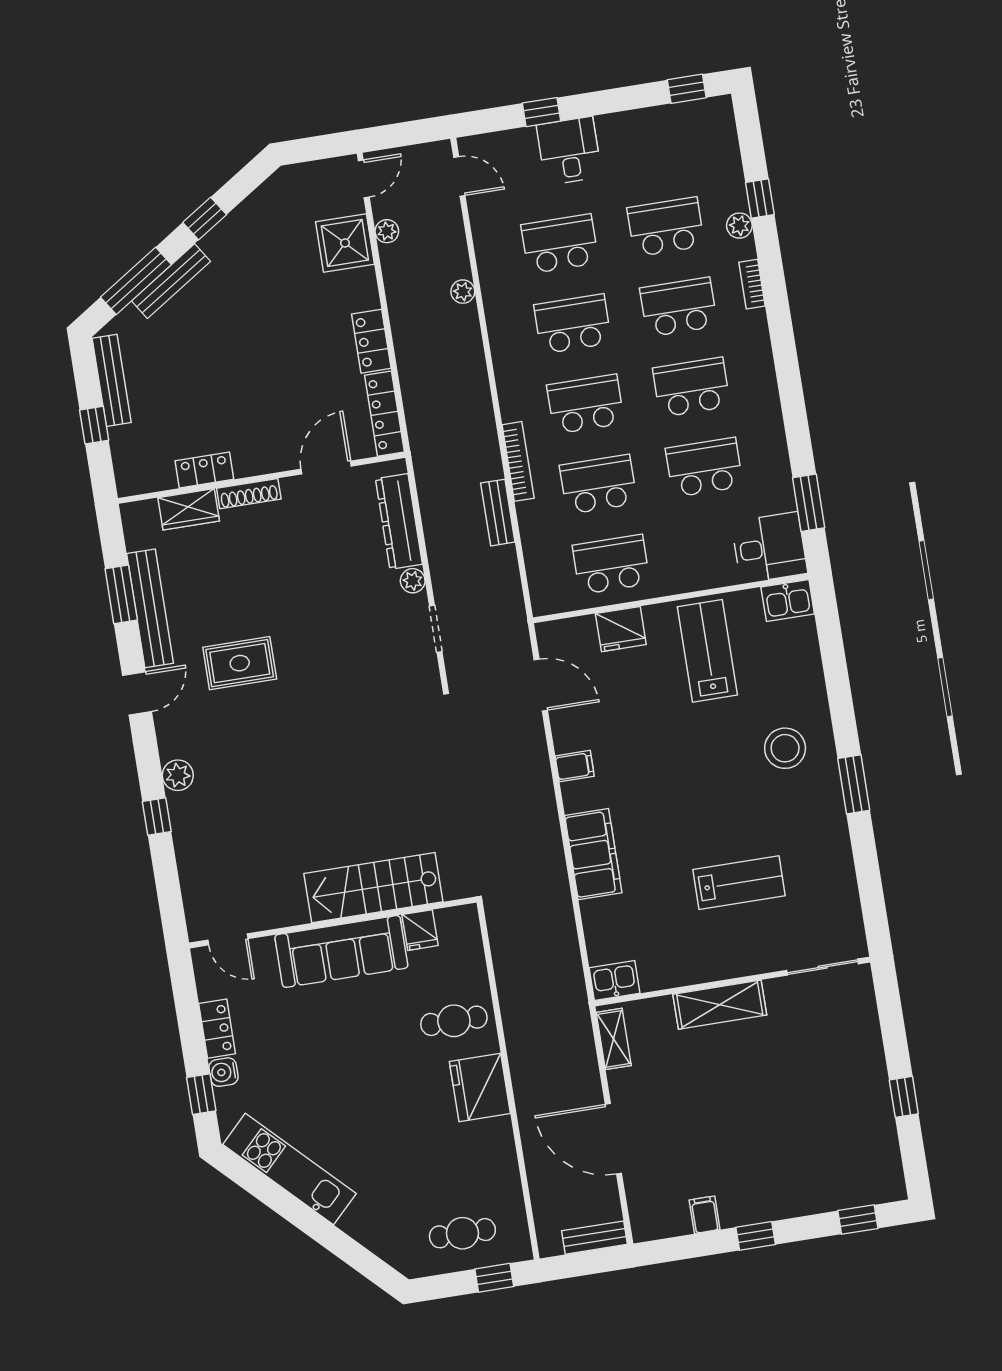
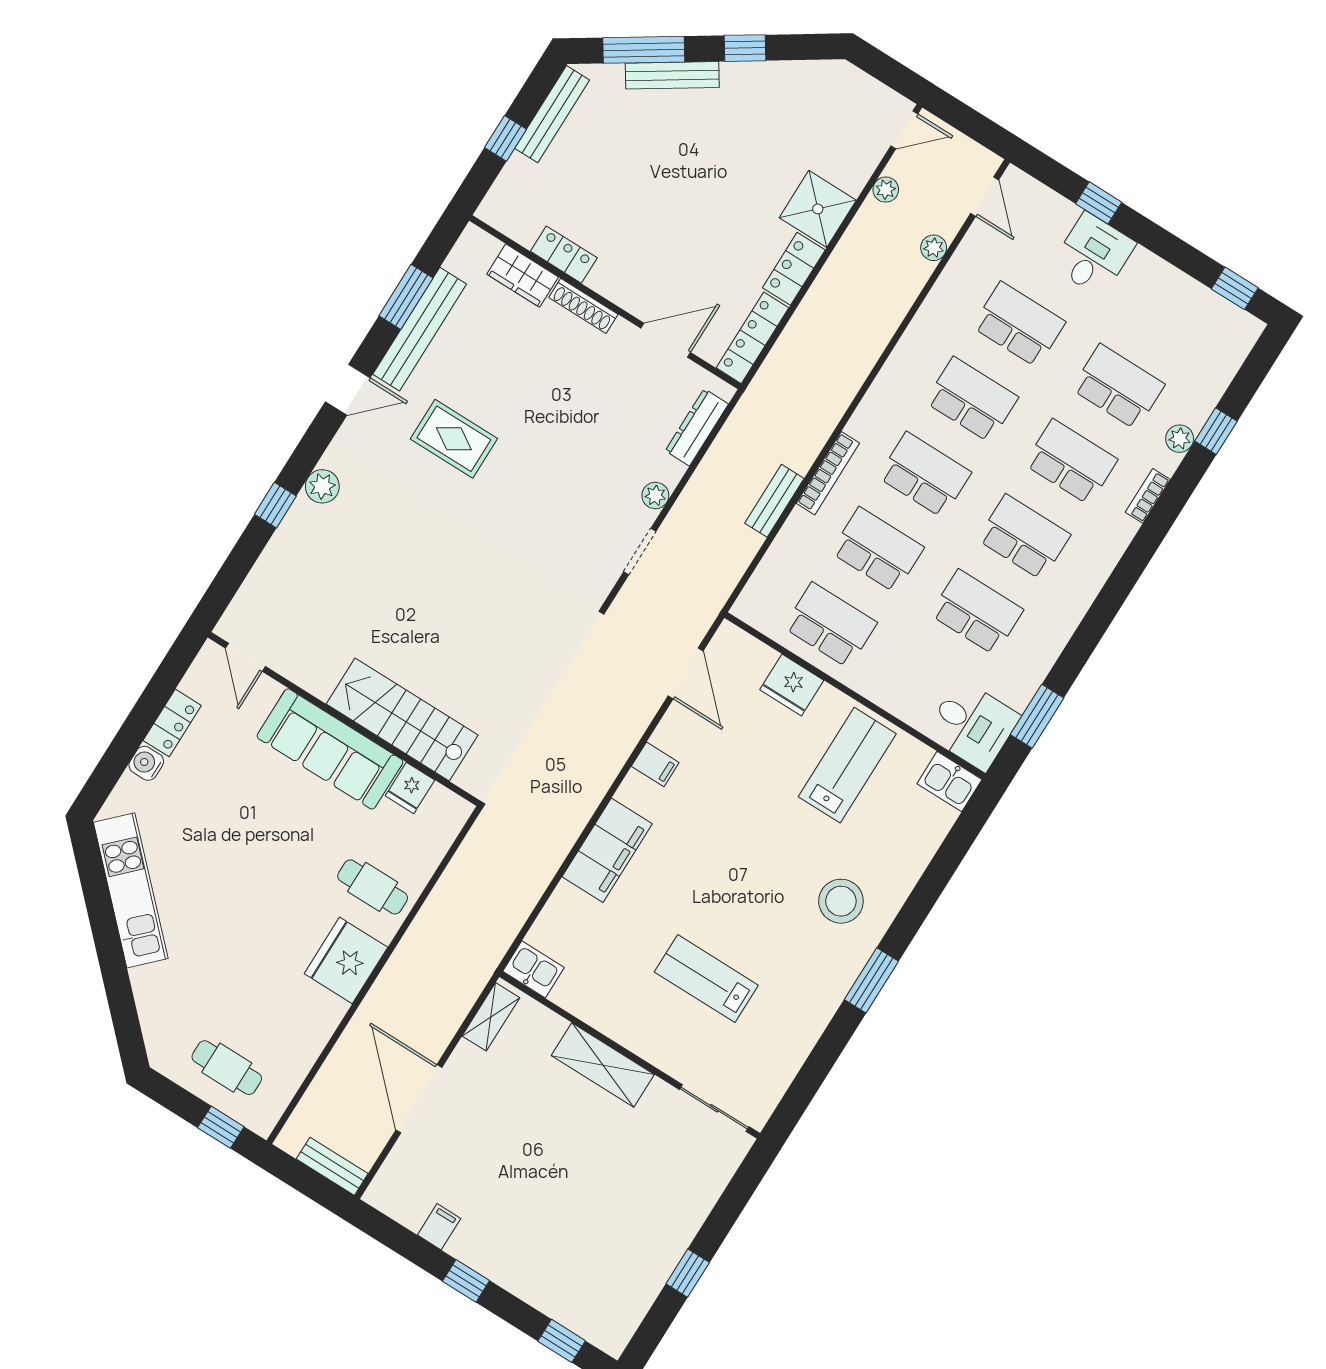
shower: (345, 243) -> (818, 209), moved
plant: (463, 292) -> (934, 248), moved
dresser: (399, 521) -> (697, 427), width x0.73, depth x0.80
lab bench: (739, 883) -> (706, 979), turned 180
window: (201, 1094) -> (112, 765), removed

